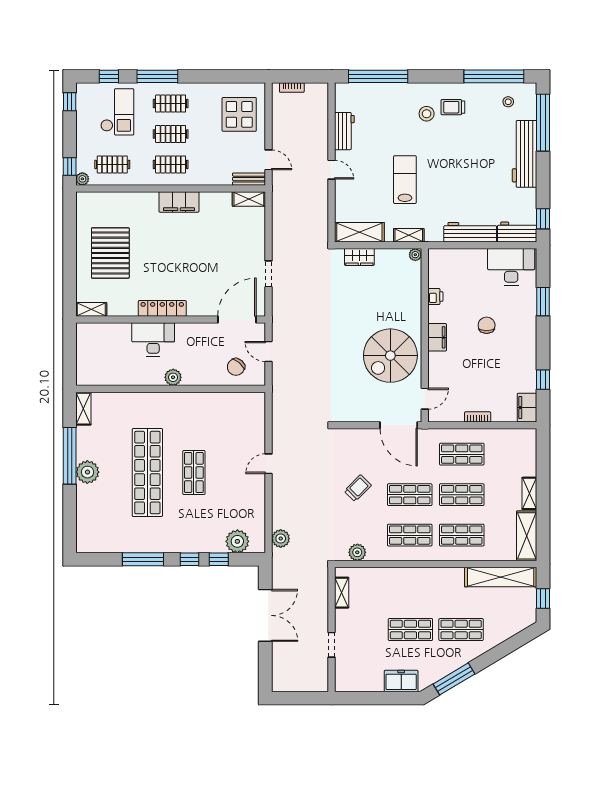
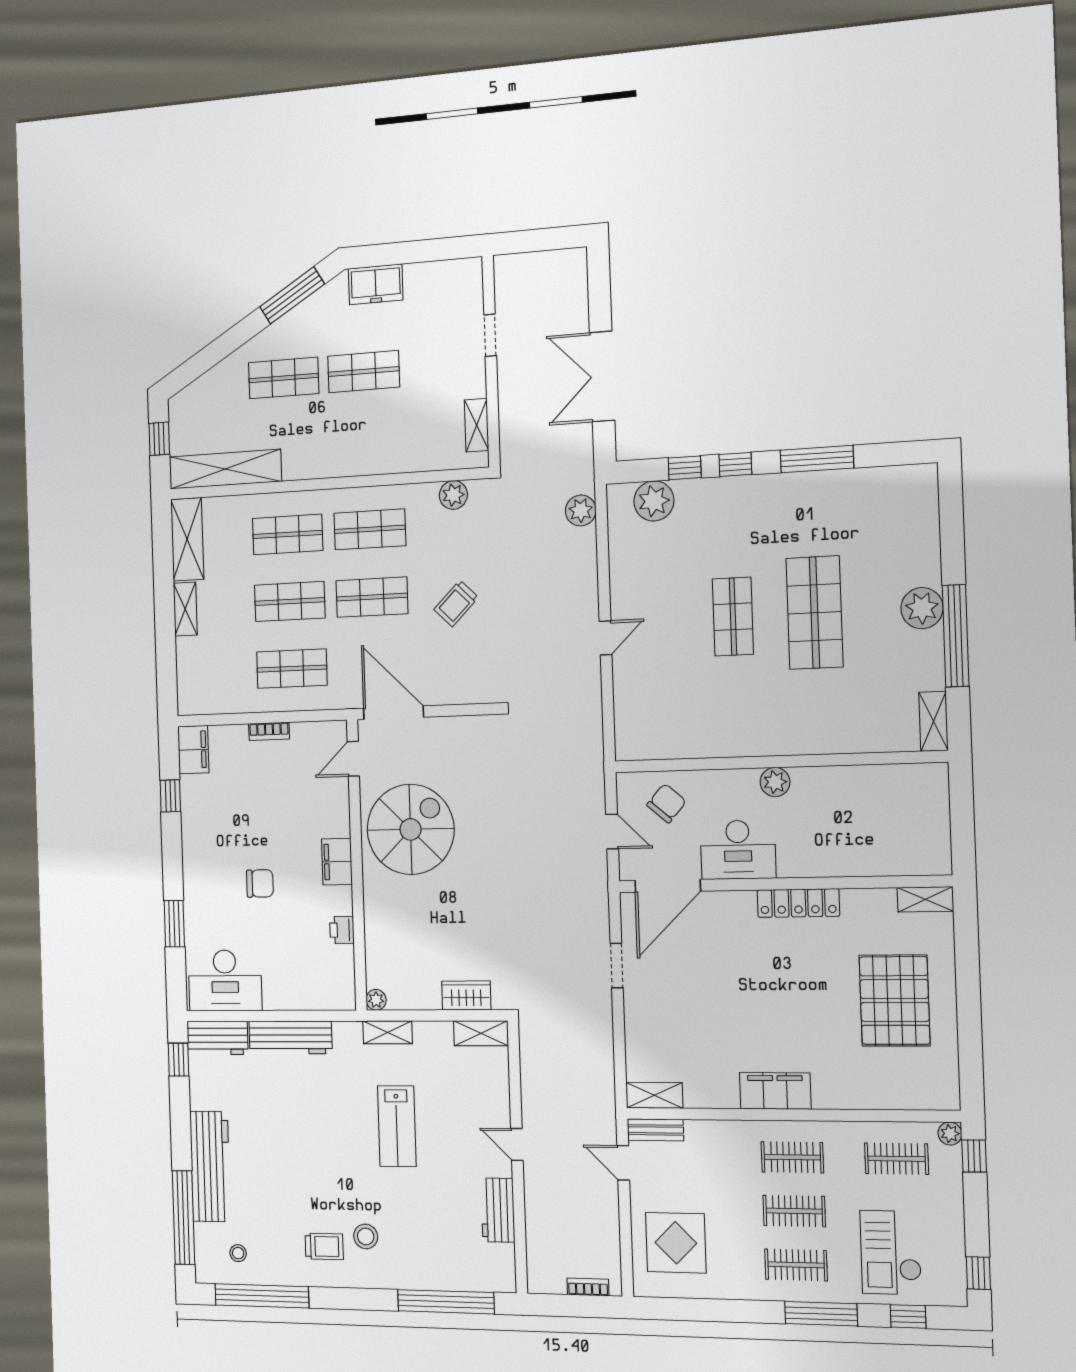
shelving: (359, 232) -> (481, 1033), width x0.67, depth x0.75
chair: (487, 325) -> (260, 883), turned -90
desk: (153, 339) -> (738, 850), moved
shop shelf: (147, 473) -> (814, 613), width x0.71

